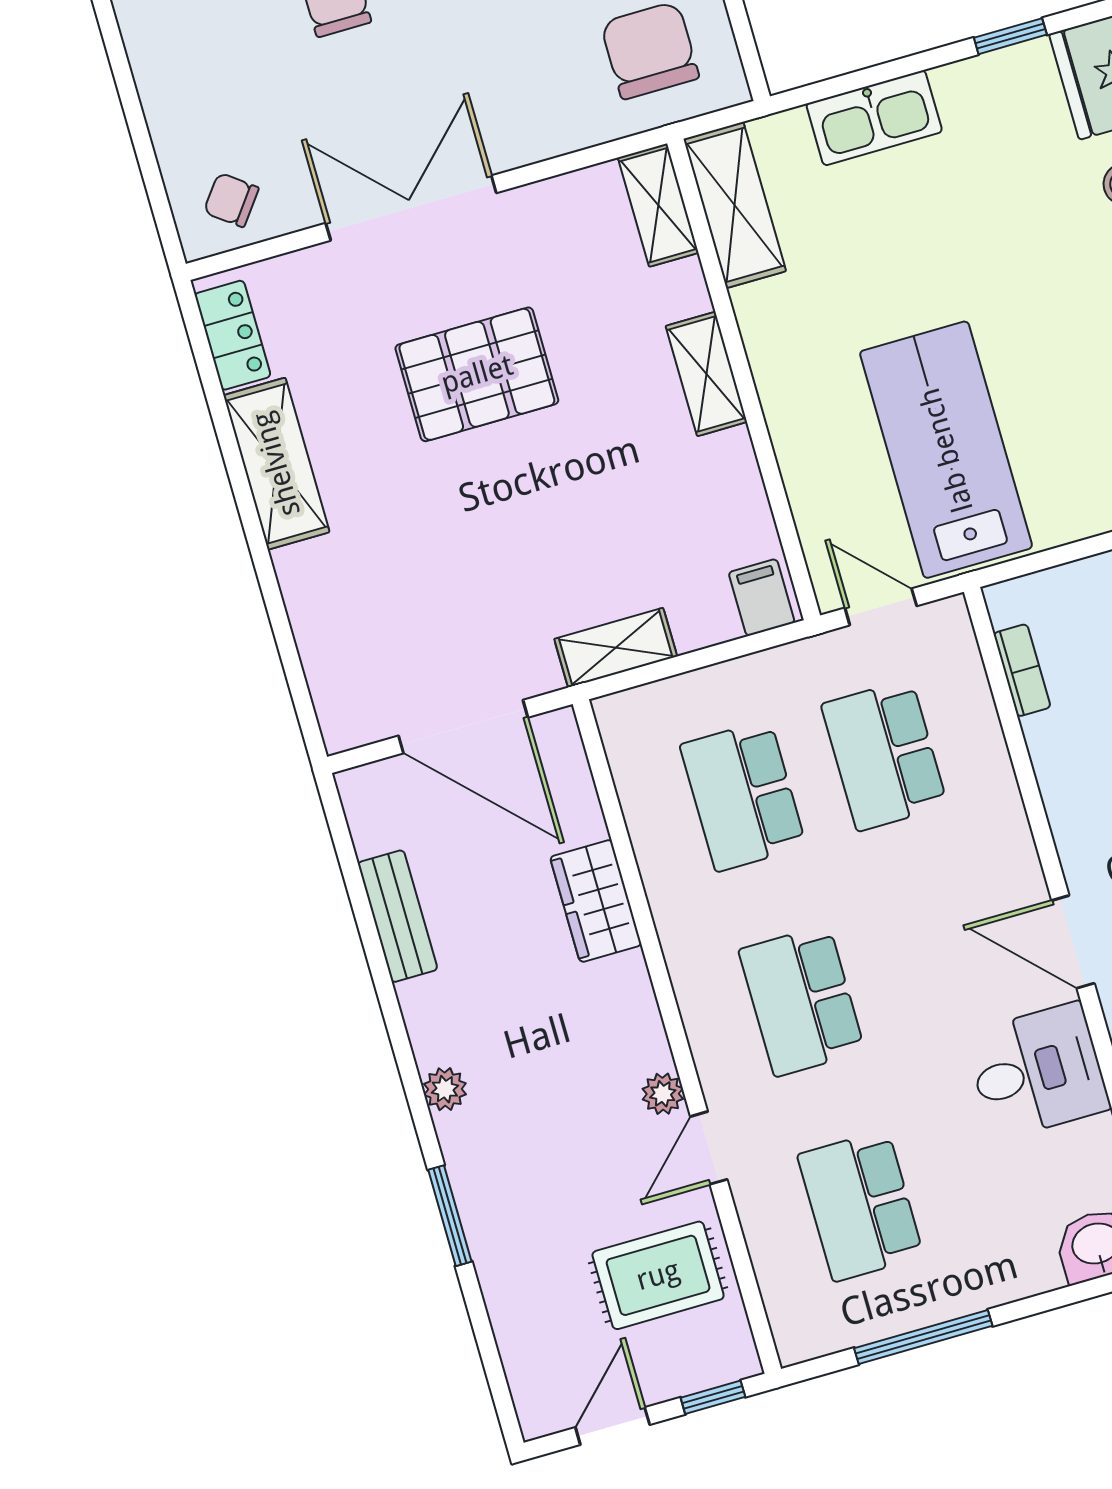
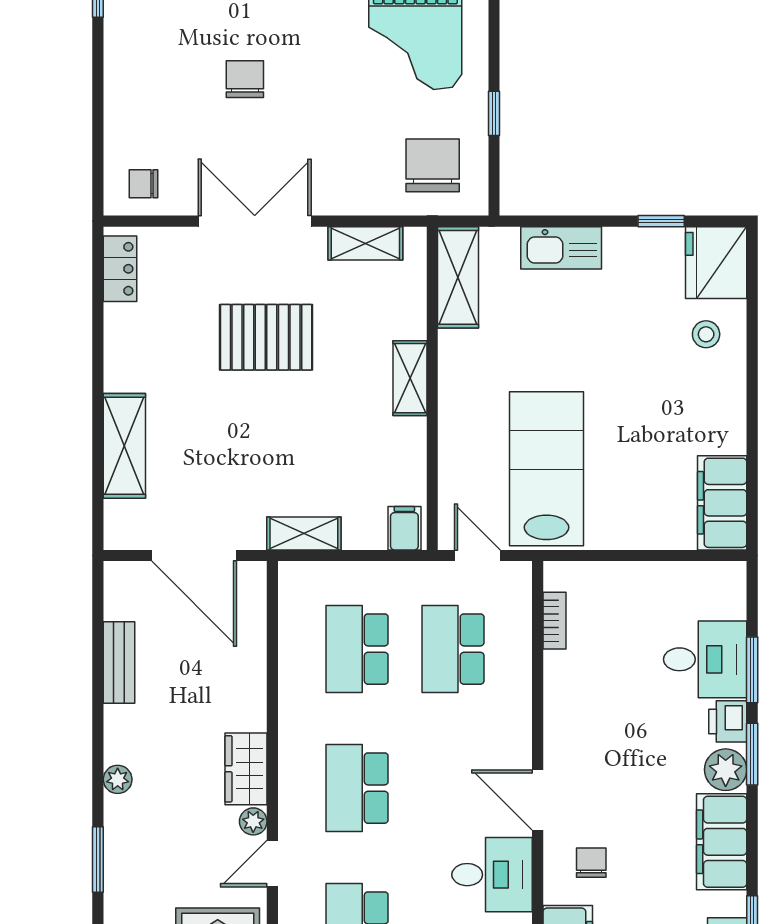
chair: (231, 200) -> (143, 184), turned -37
shelving: (658, 205) -> (365, 243), moved, turned 90
shelving: (276, 464) -> (124, 446), moved
wardrobe: (596, 901) -> (246, 769), moved

